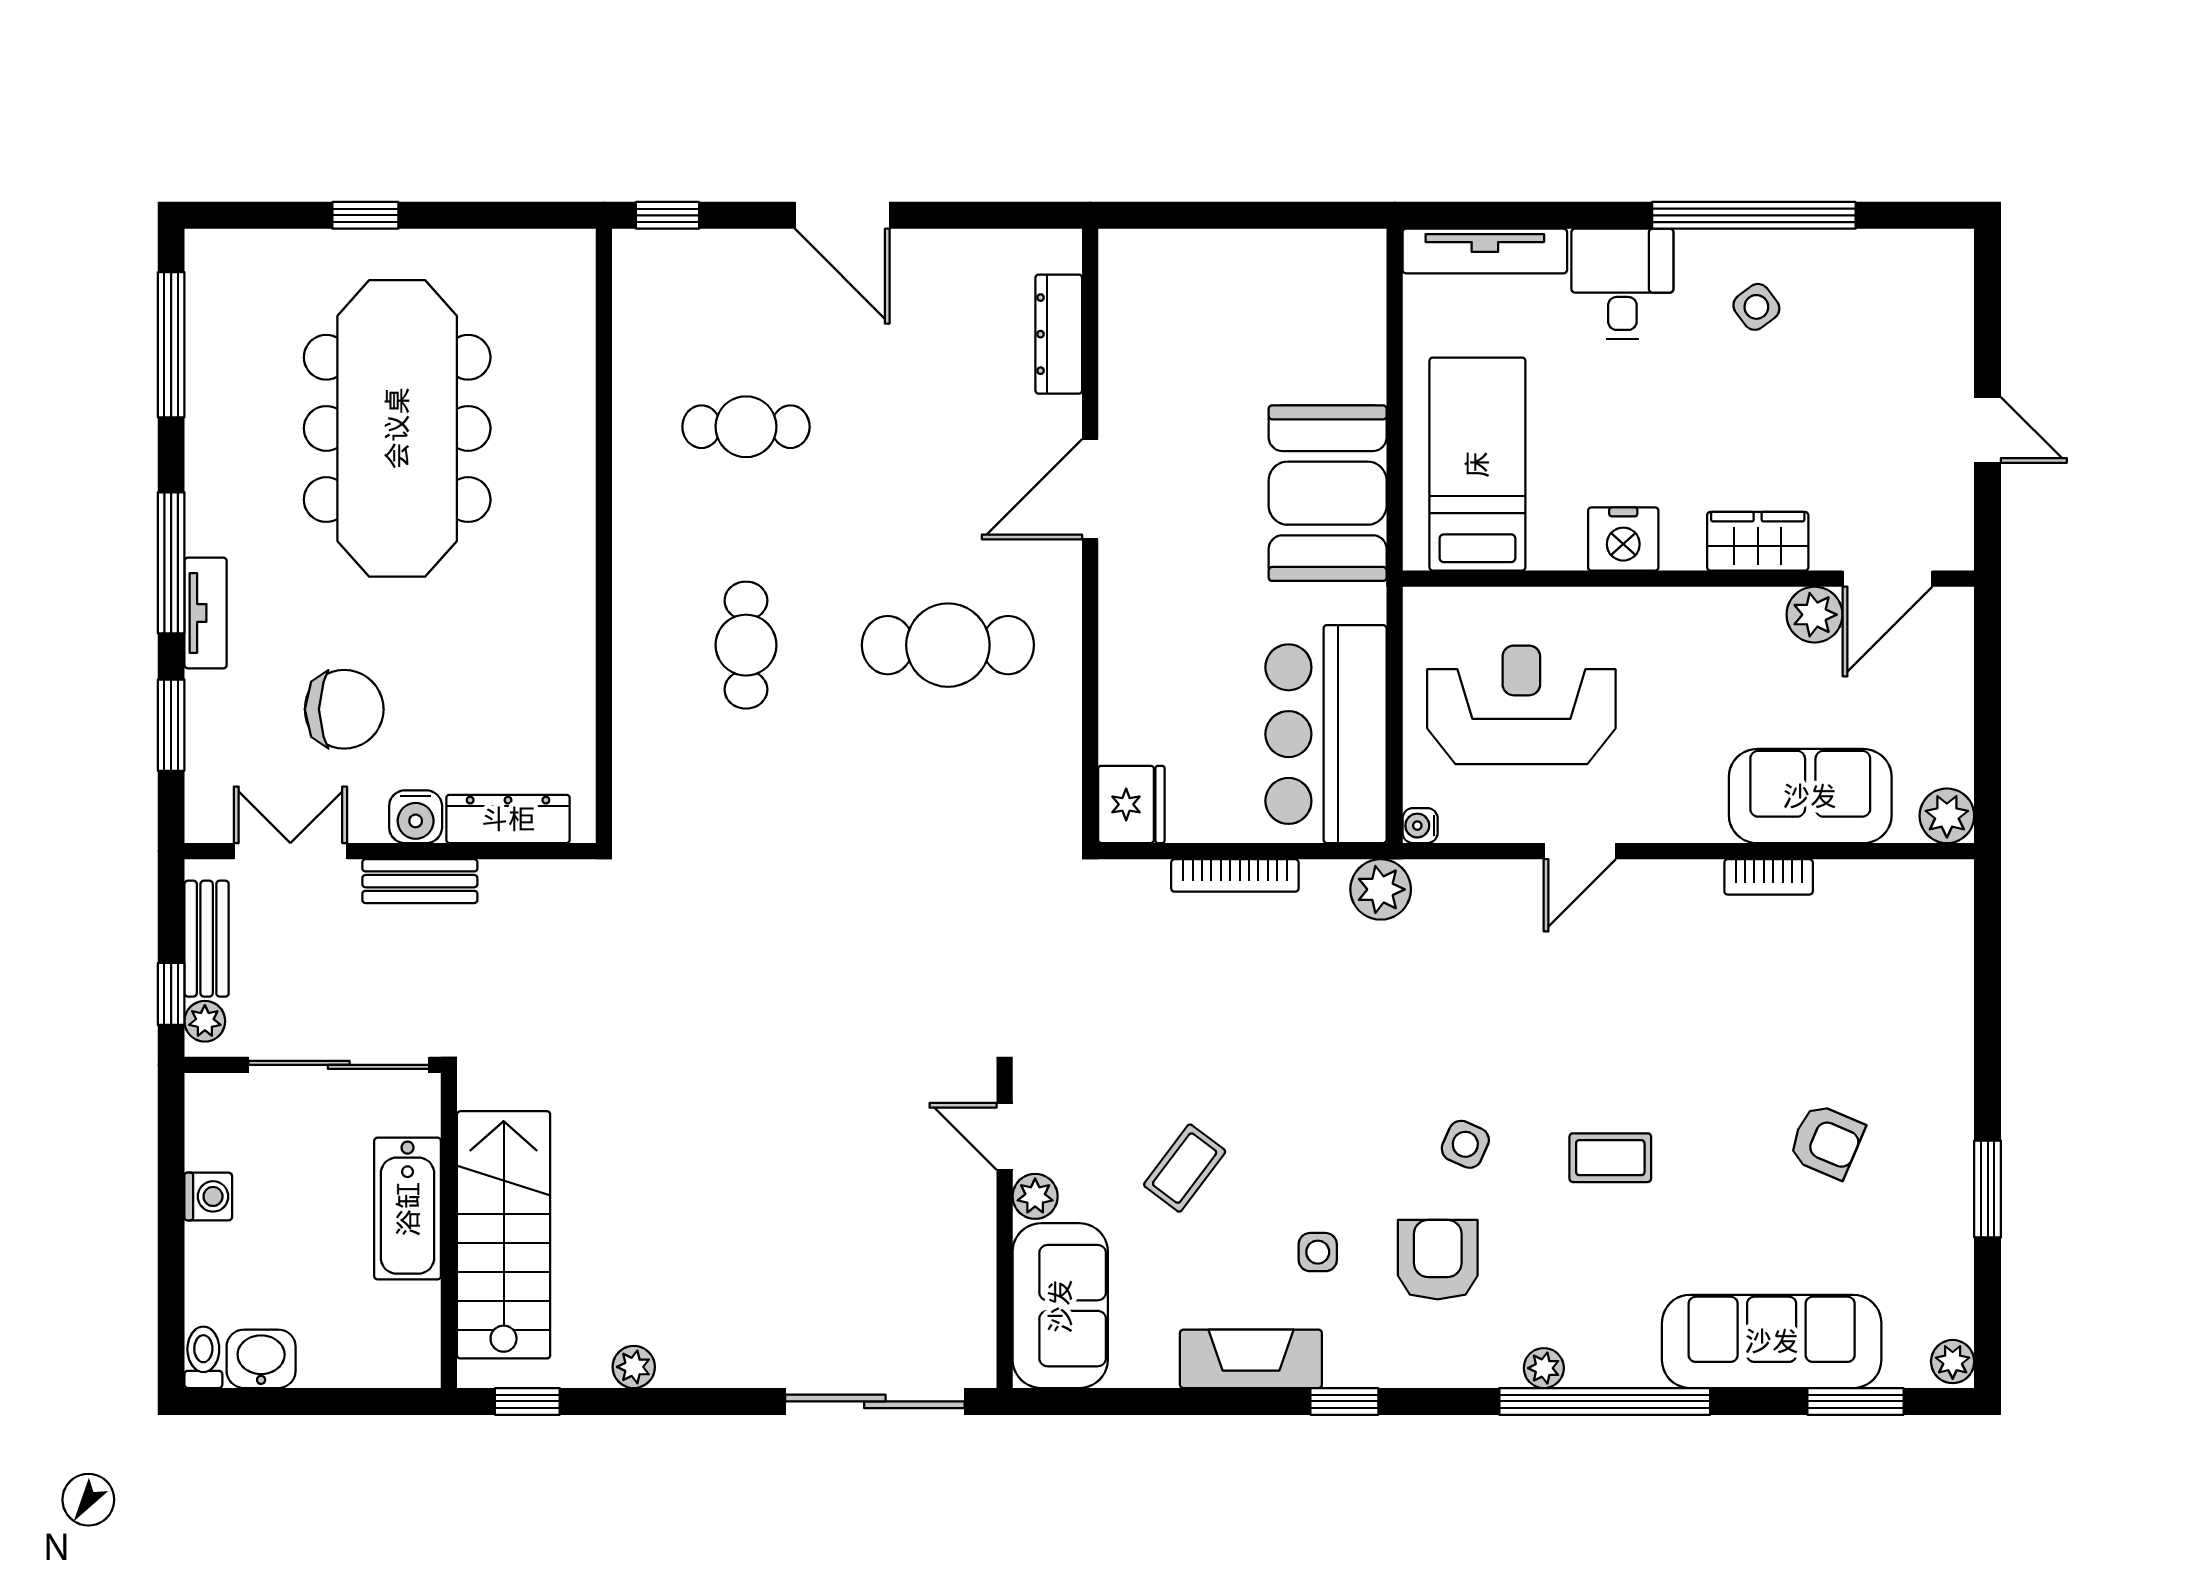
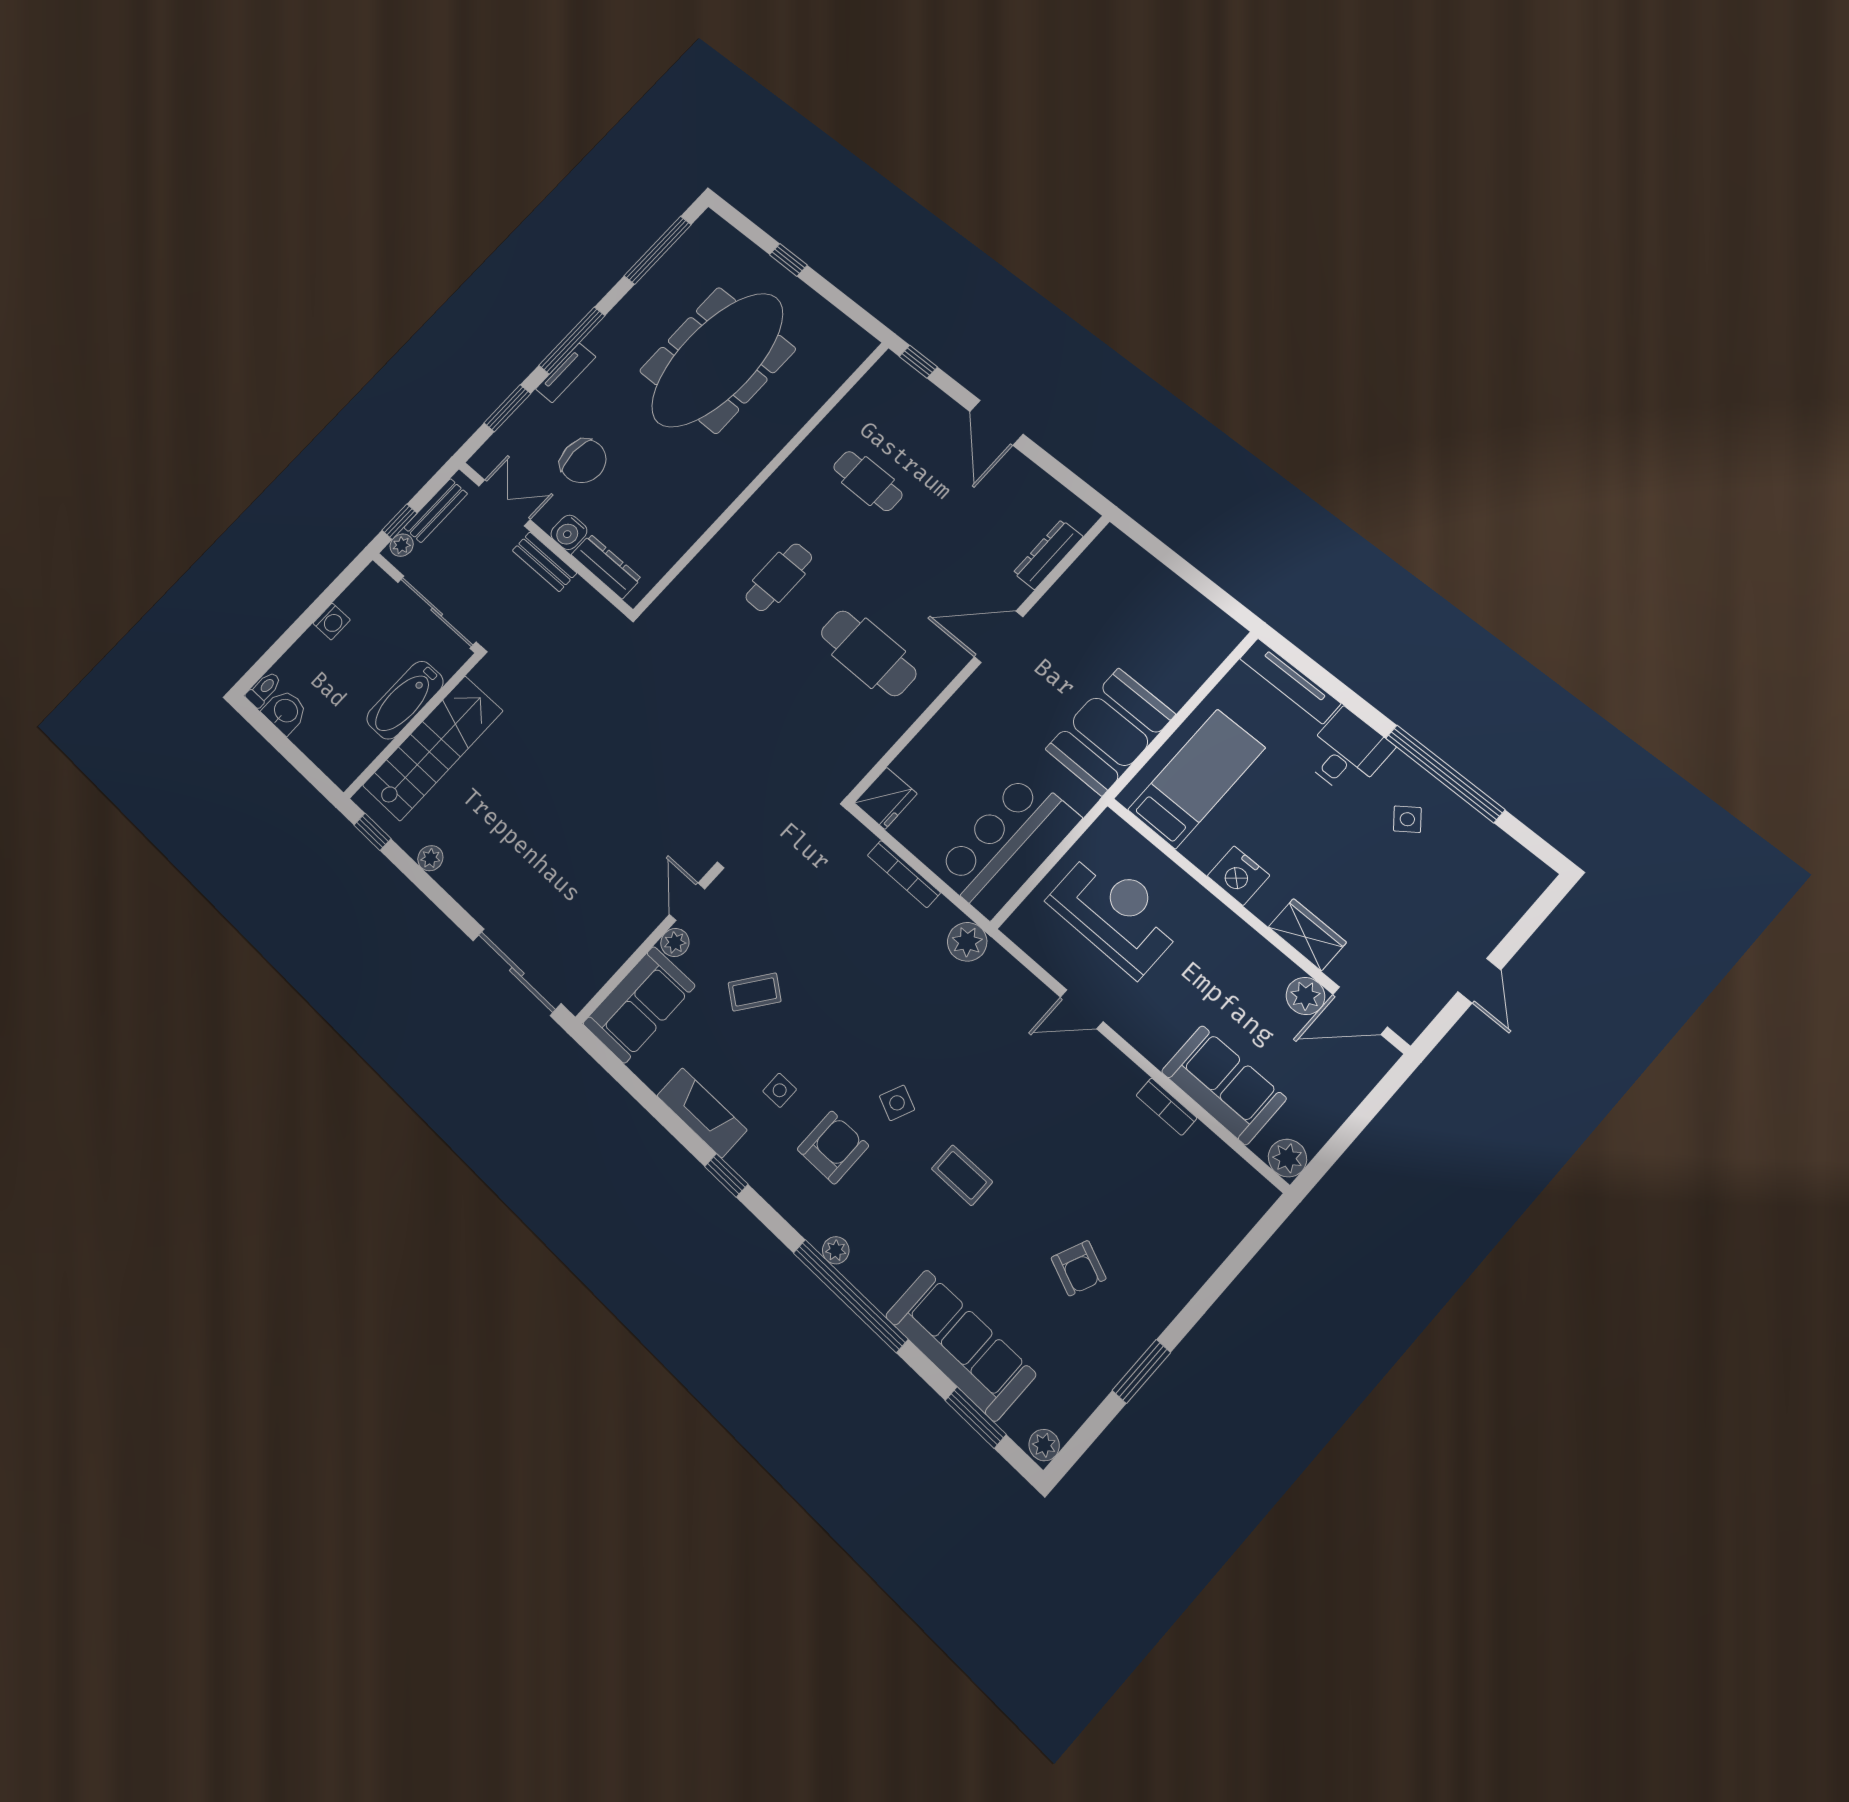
water cooler: (1420, 826) -> (1014, 928), removed

